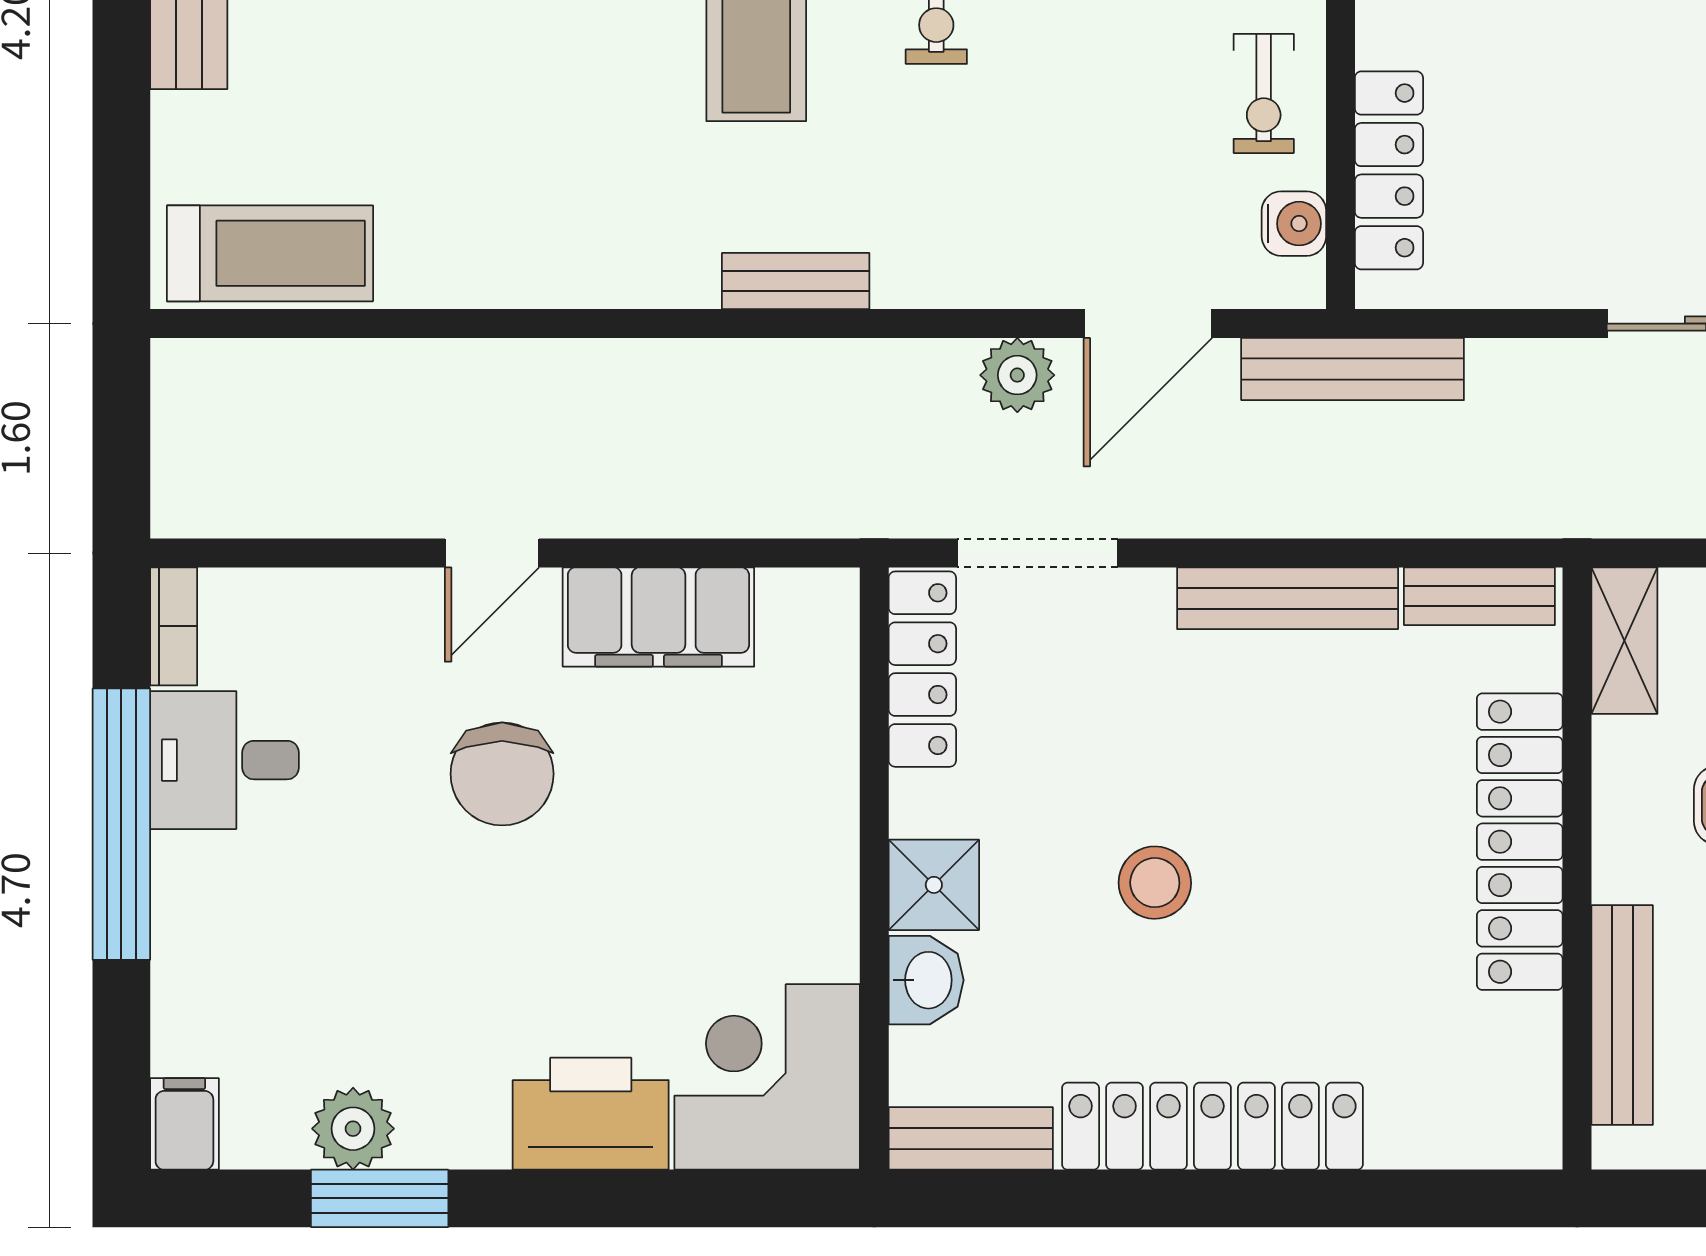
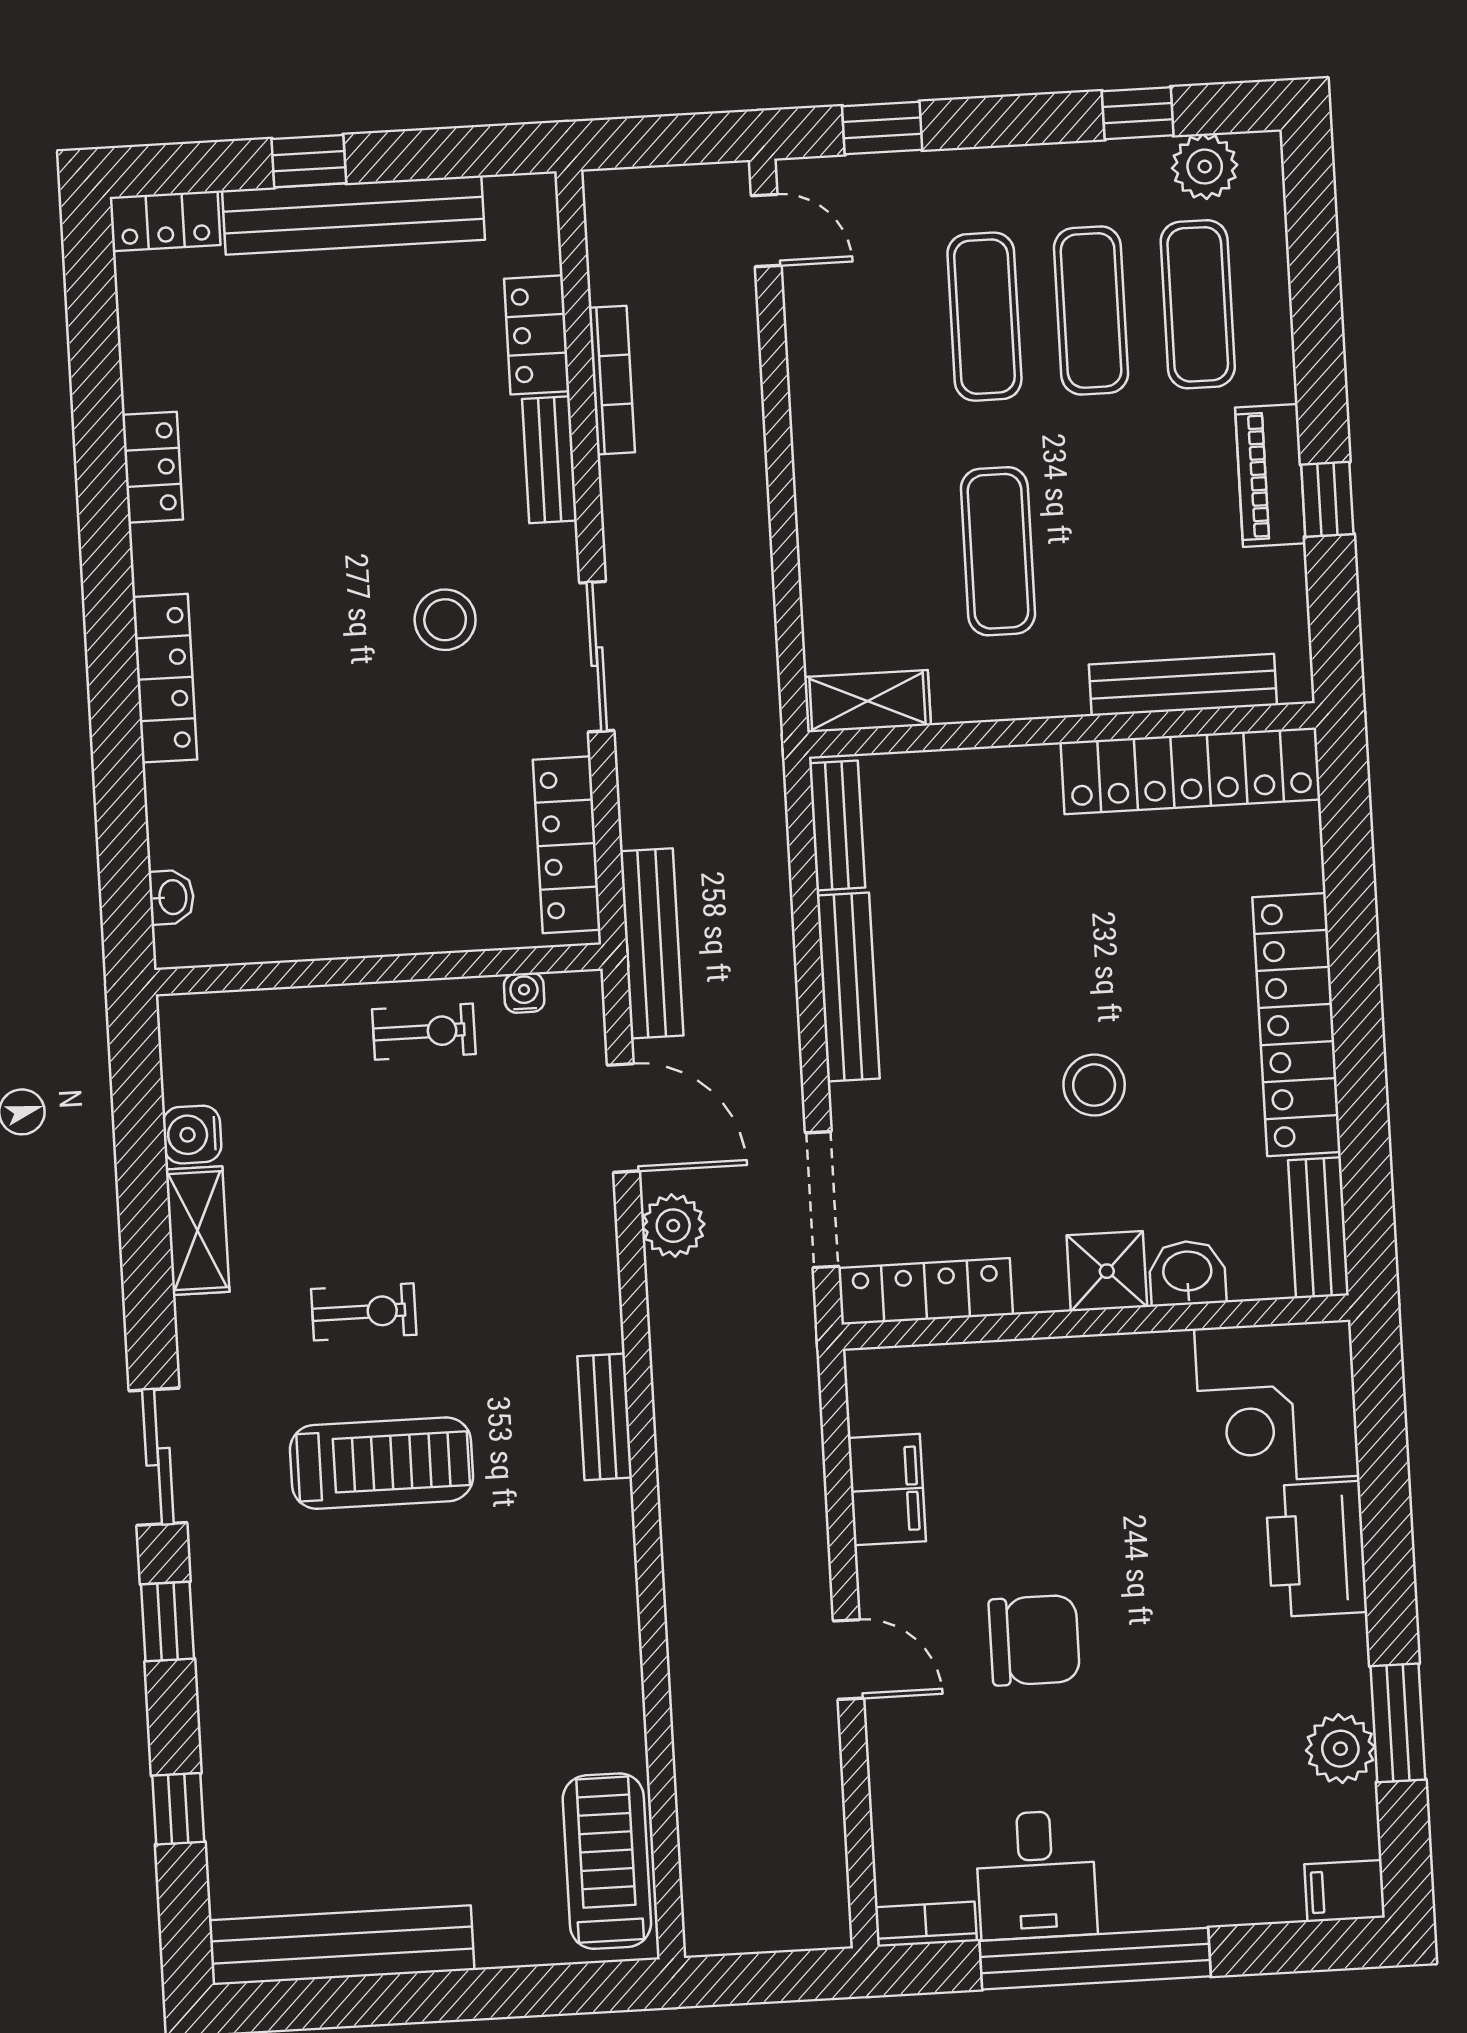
locker: (1389, 170) -> (567, 845), moved, turned -90
water cooler: (1294, 224) -> (524, 993), width x0.72, depth x0.72
filing cabinet: (658, 617) -> (887, 1490), width x0.67, depth x0.86
locker: (1520, 842) -> (1190, 771), moved

